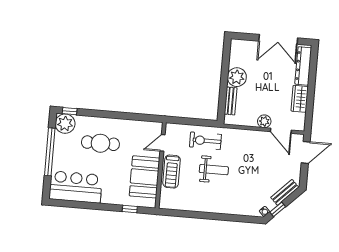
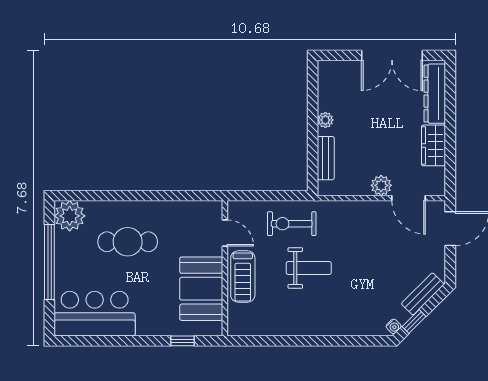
plant: (237, 77) -> (325, 120), width x0.53, depth x0.53
window: (70, 111) -> (75, 196), removed
door: (163, 143) -> (225, 233), swing flipped

